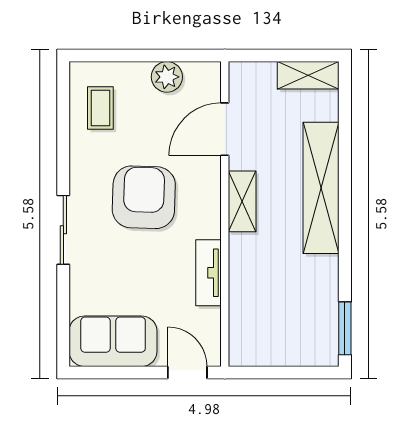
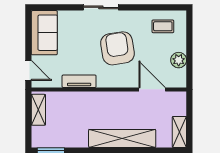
armchair: (144, 197) -> (117, 48), turned -101
shelving: (242, 201) -> (38, 110), moved, turned 90
door: (187, 372) -> (28, 70), hinge flipped

